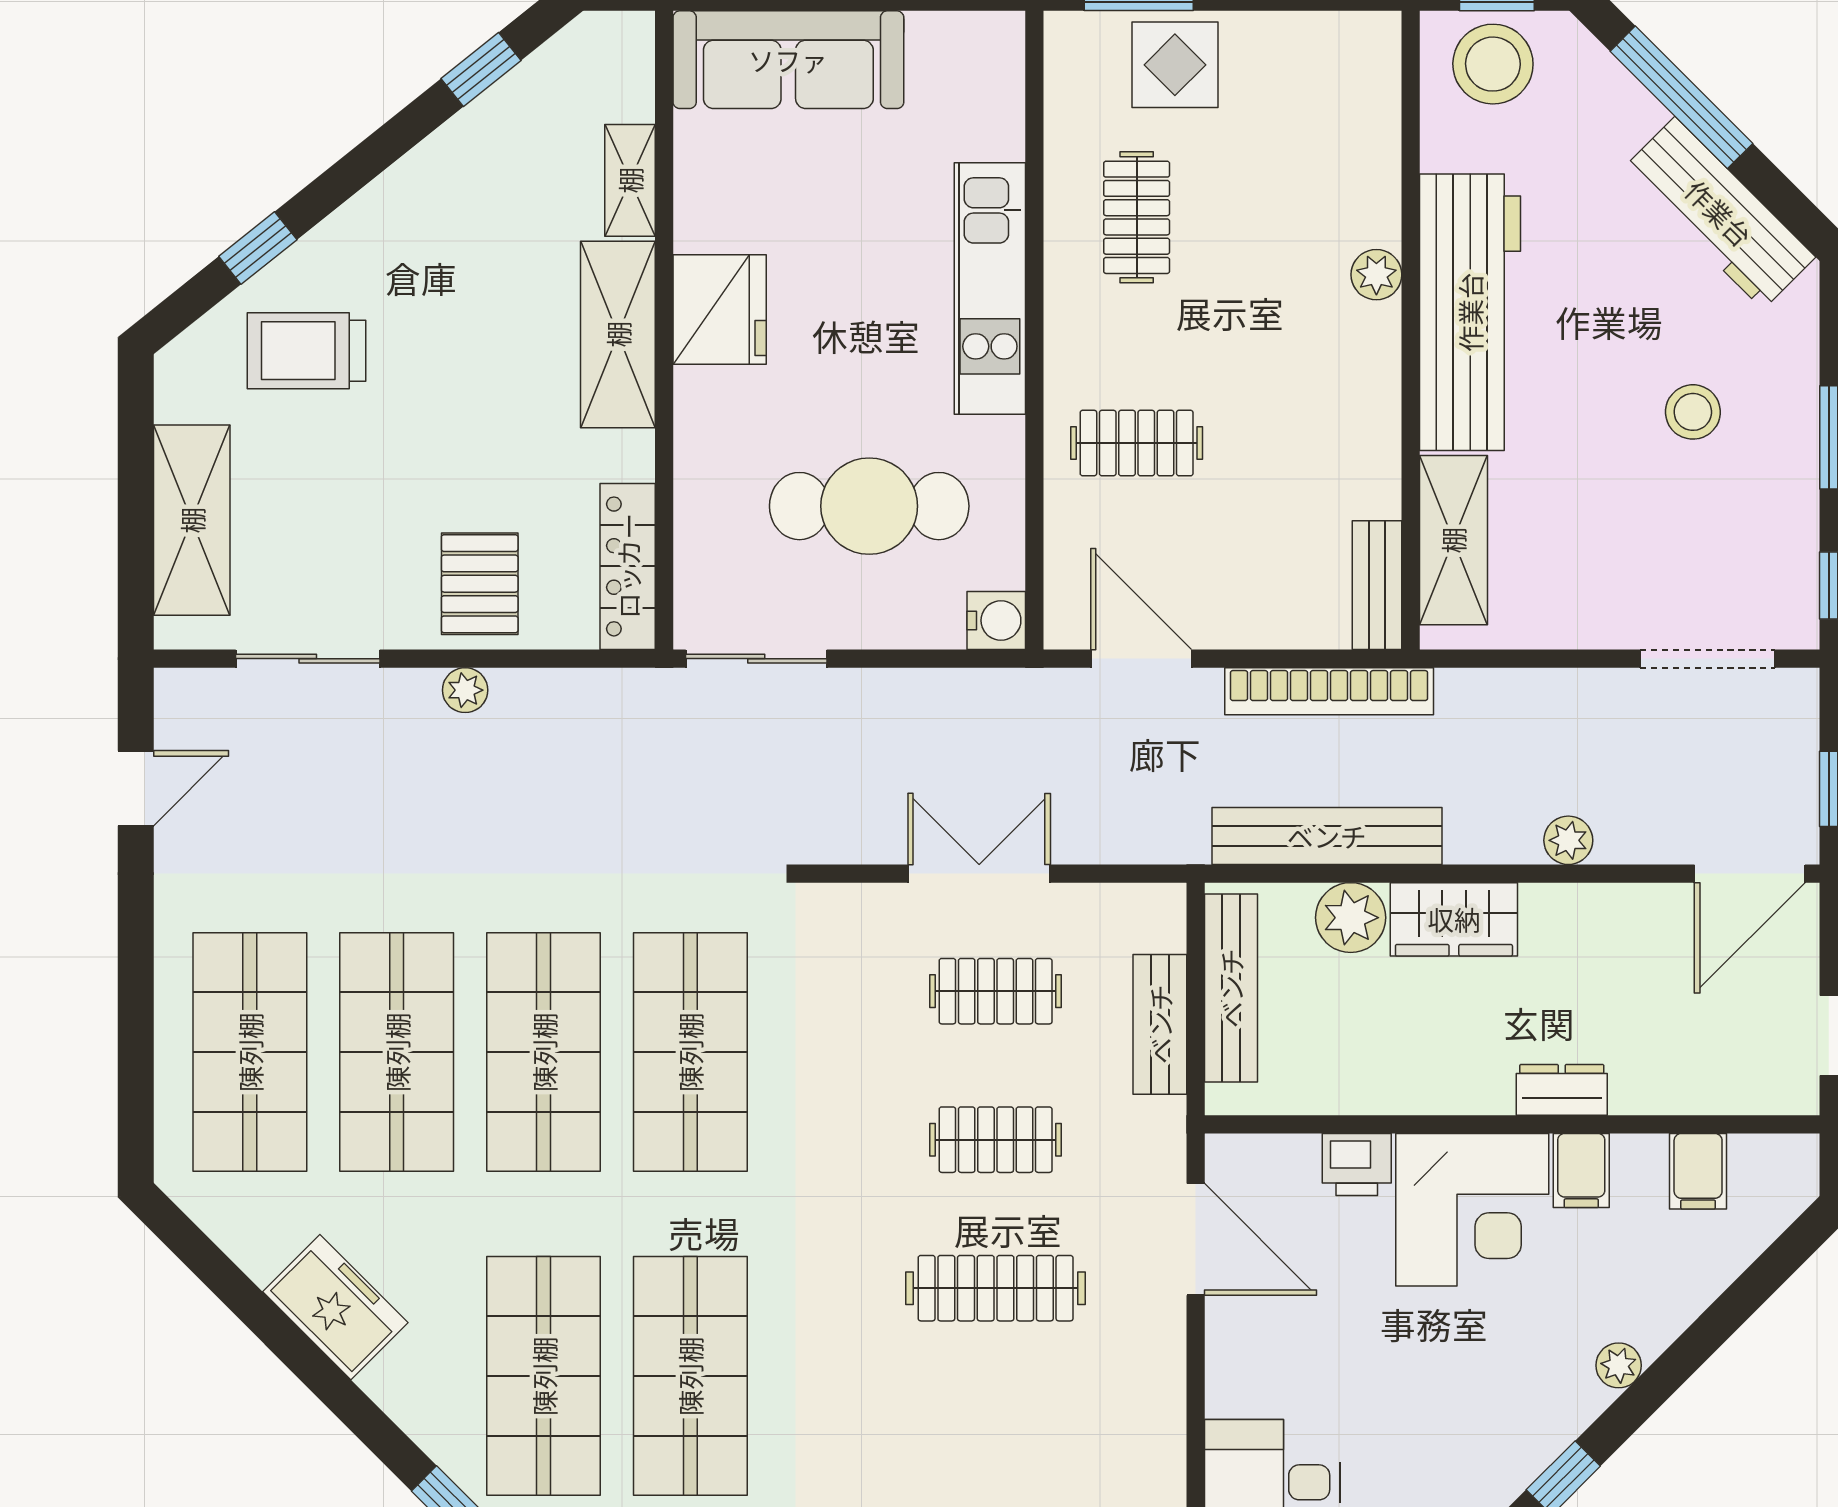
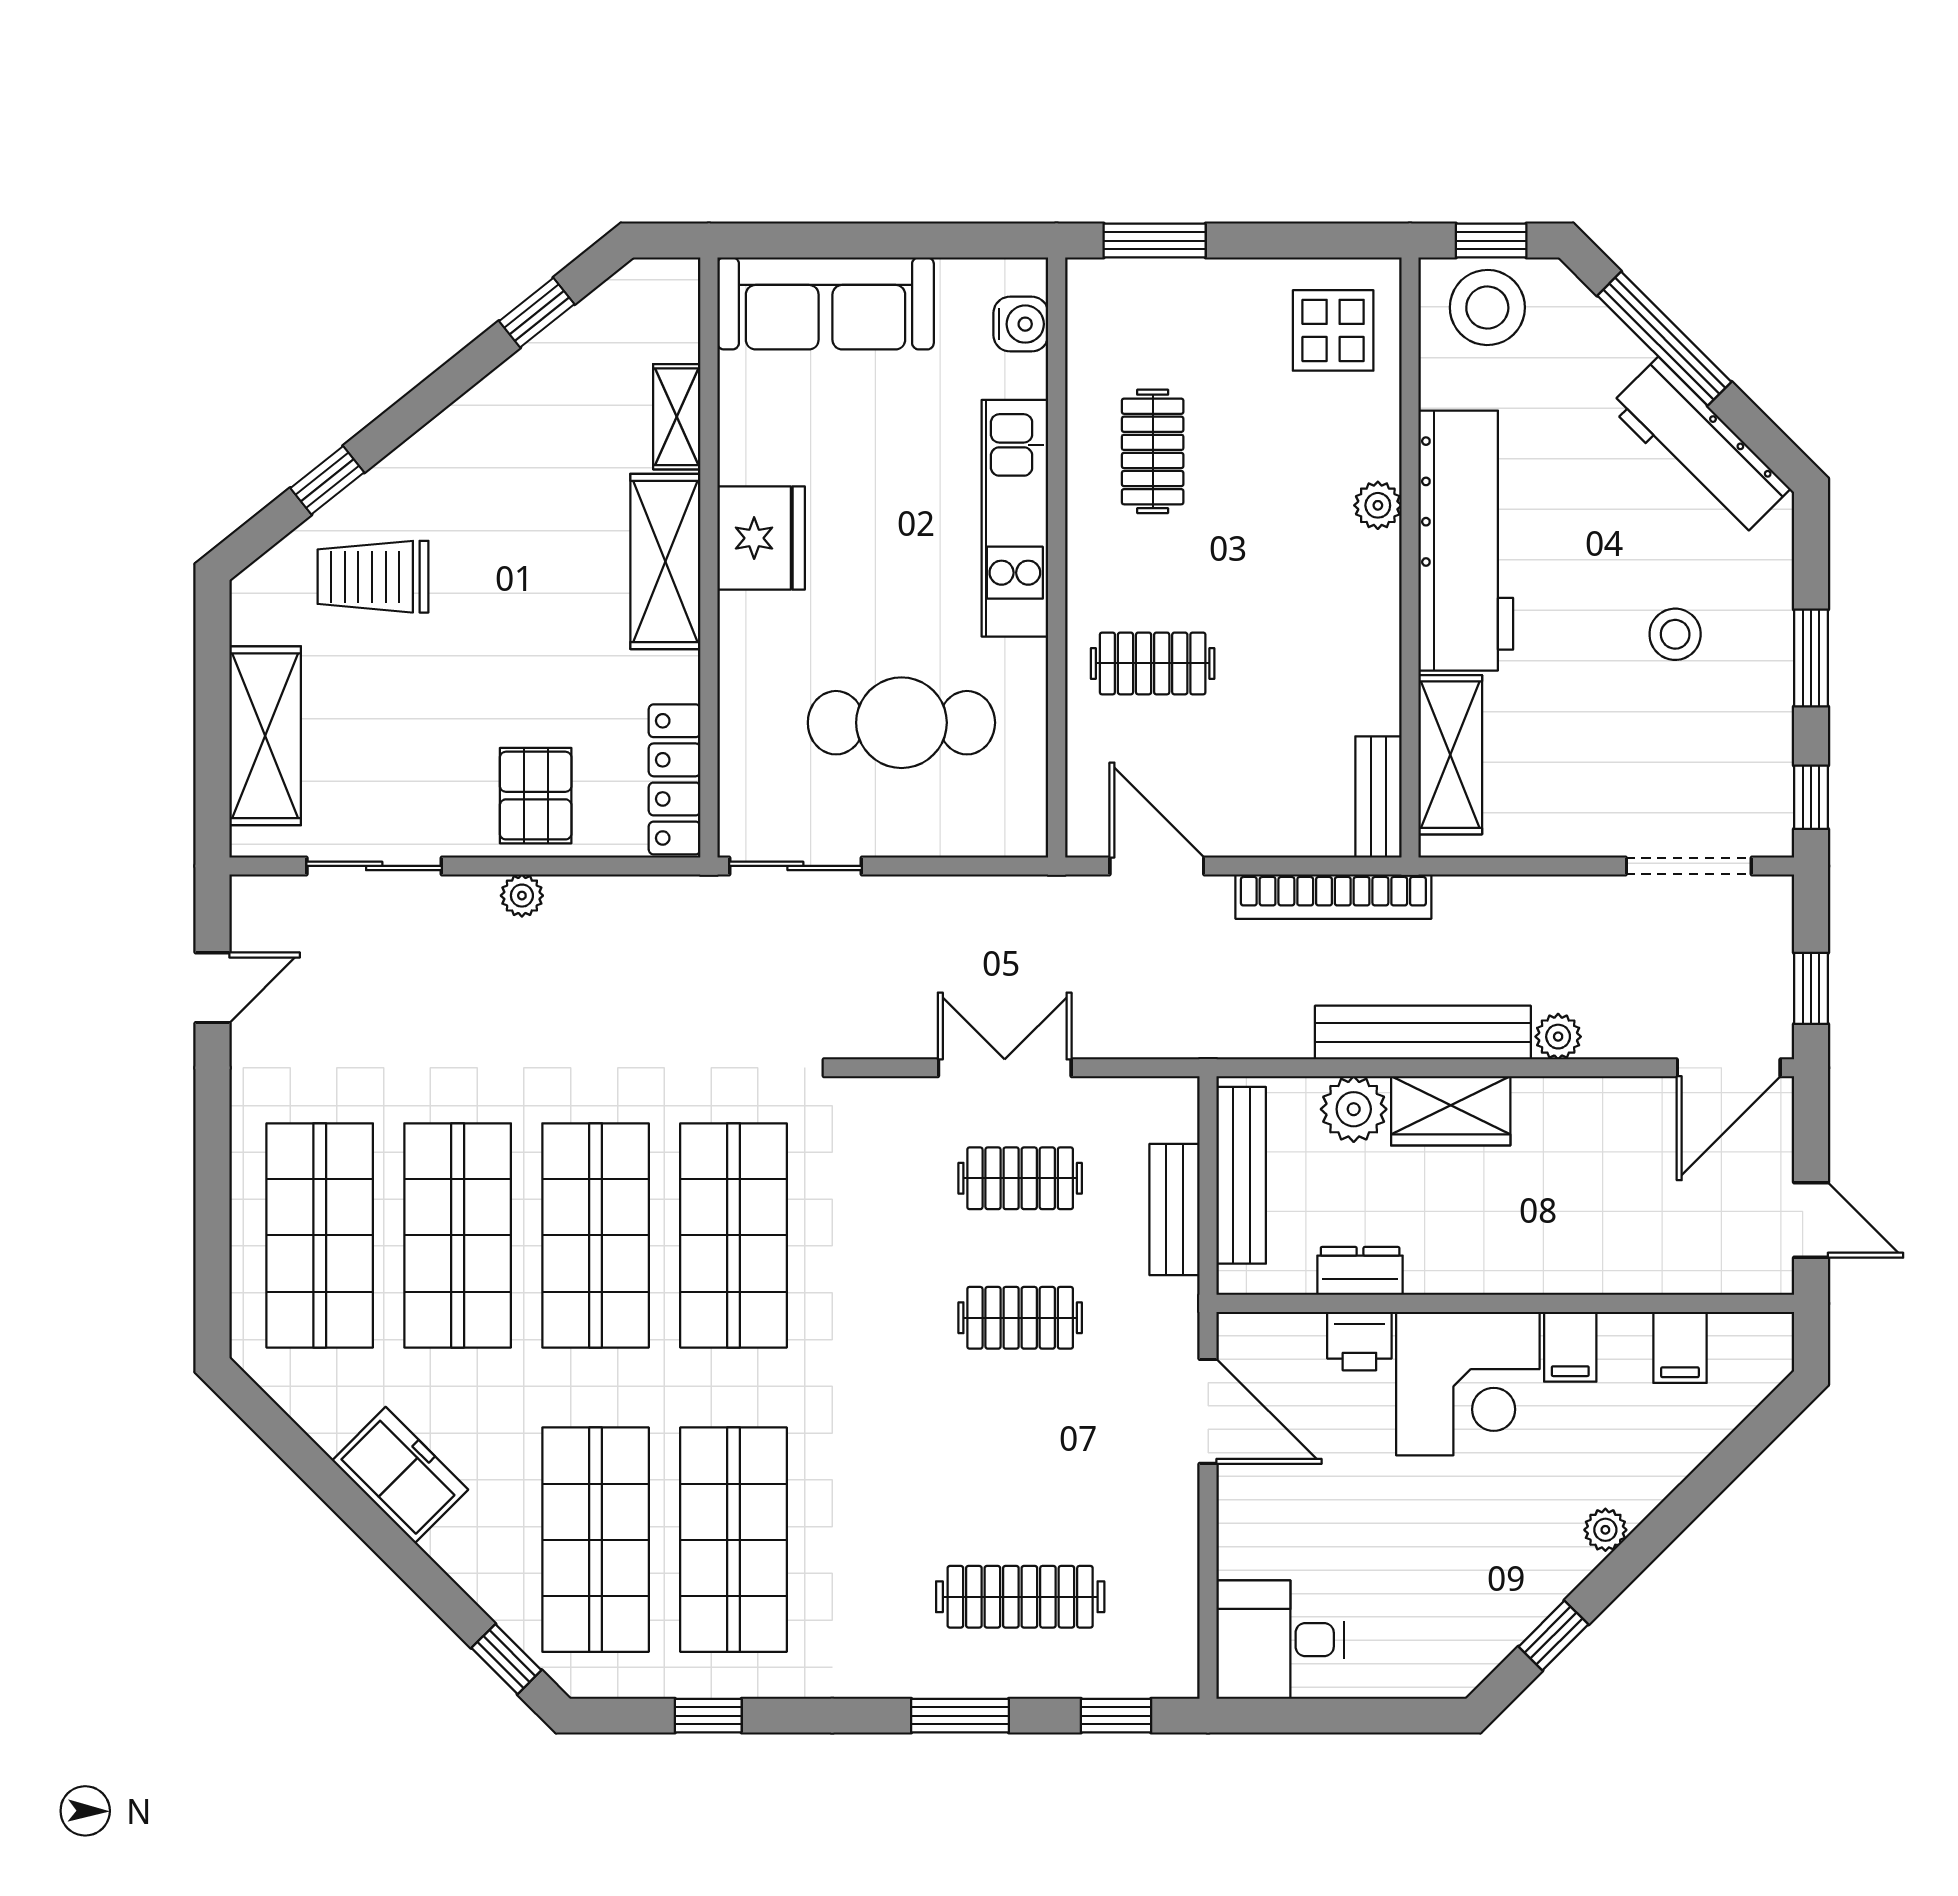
display table: (1175, 65) -> (1333, 330), moved
water cooler: (996, 620) -> (1021, 324), moved
bench: (1327, 836) -> (1423, 1033), moved
dresser: (1562, 1090) -> (1360, 1271), moved
clothes rail: (996, 1288) -> (1020, 1597), moved

